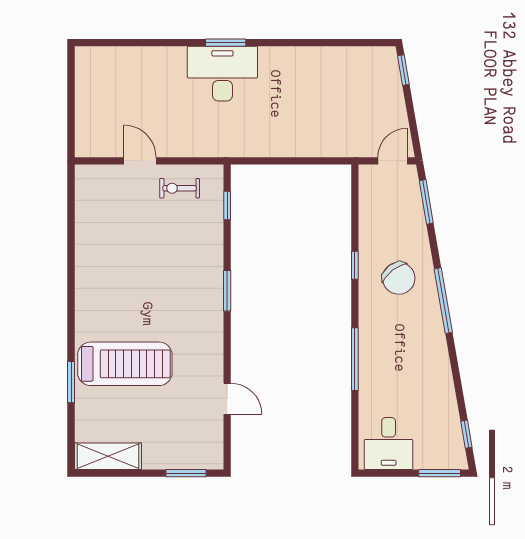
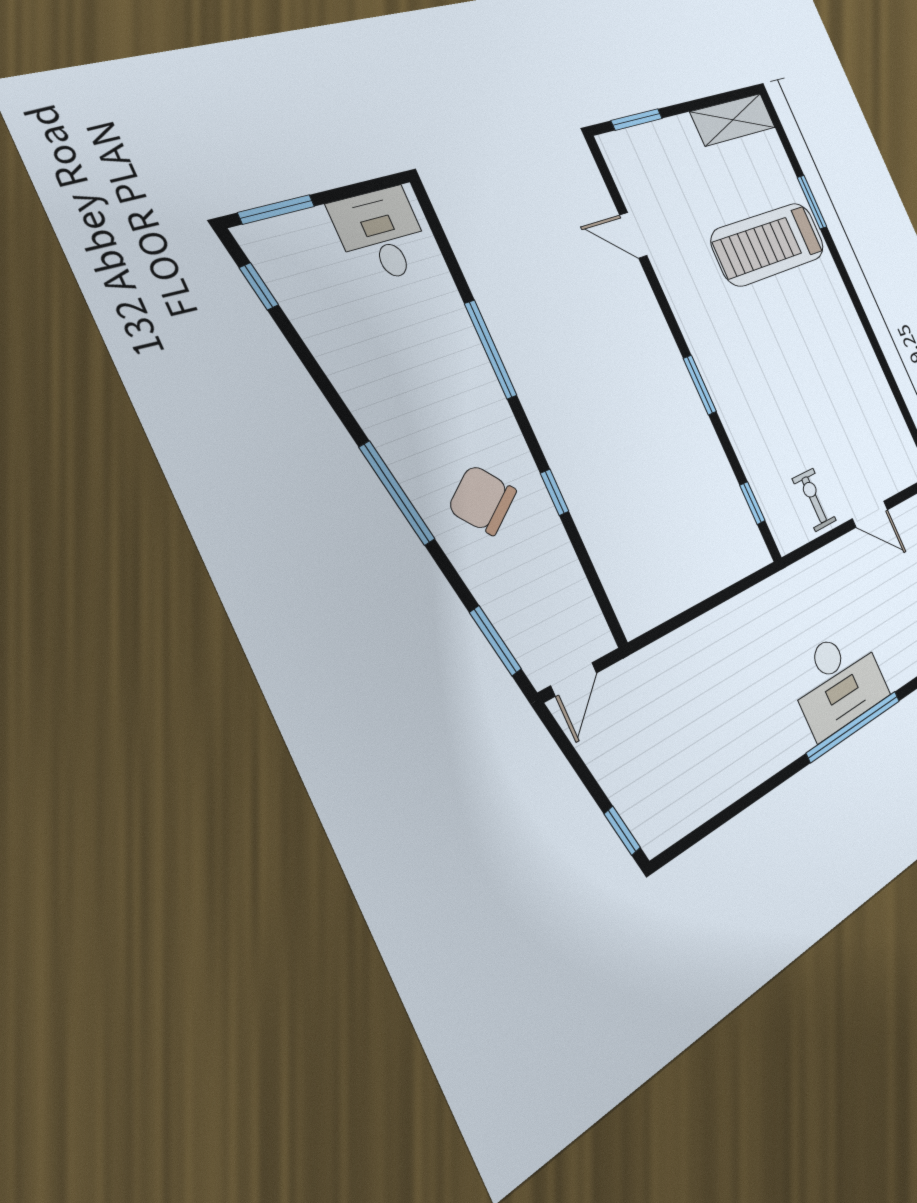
window: (226, 43) -> (854, 726), width x2.11
exercise bike: (180, 188) -> (814, 500), turned -90

